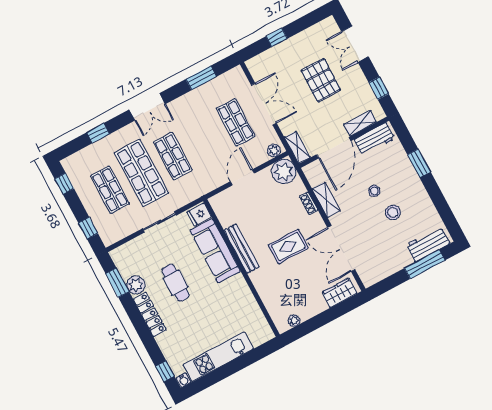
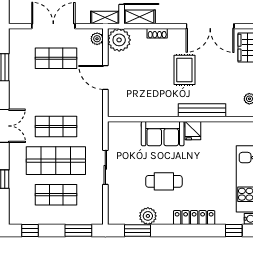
shelving: (326, 200) -> (139, 17), moved
fridge: (199, 215) -> (193, 131), moved
window: (88, 228) -> (78, 230), width x1.50
bench: (242, 249) -> (202, 110), moved
sofa: (215, 251) -> (163, 134), width x0.73
locker: (150, 314) -> (194, 218), moved

